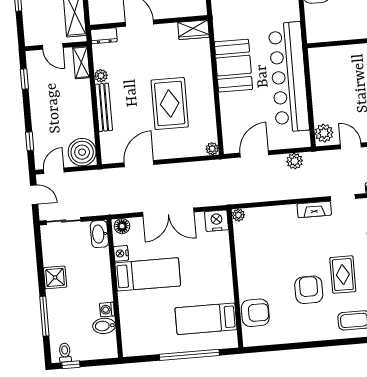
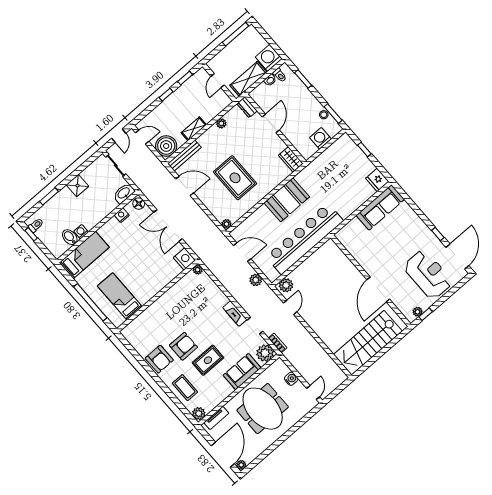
shelving: (81, 62) -> (194, 129), moved
rug: (170, 104) -> (235, 178), turned 90
bench: (104, 107) -> (184, 155), moved
window: (30, 141) -> (166, 95), moved
bed: (148, 274) -> (84, 255), moved, turned -90
armchair: (255, 313) -> (159, 359), moved
window: (44, 316) -> (49, 196), width x0.69

